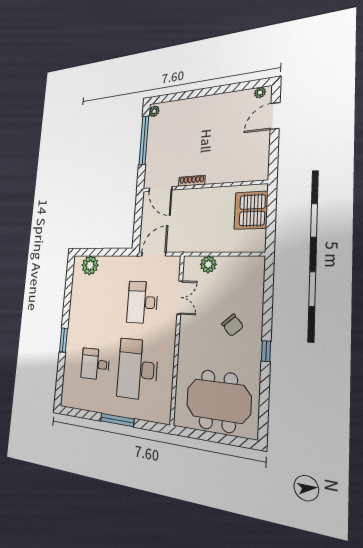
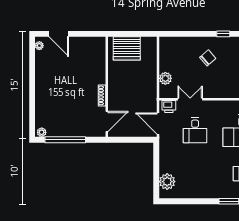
printer: (173, 269) -> (169, 107), added
desk: (142, 302) -> (195, 130), width x0.73

